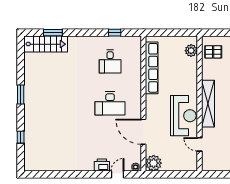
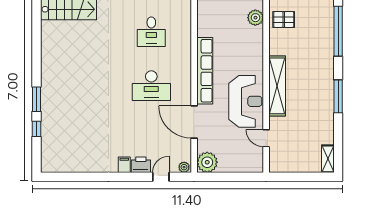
row of seats: (152, 68) -> (205, 71), moved
window: (21, 95) -> (37, 99), moved
filing cabinet: (89, 165) -> (124, 165), added

